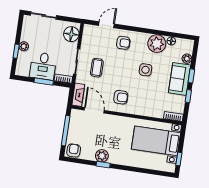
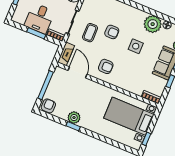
armchair: (123, 43) -> (112, 32), moved

